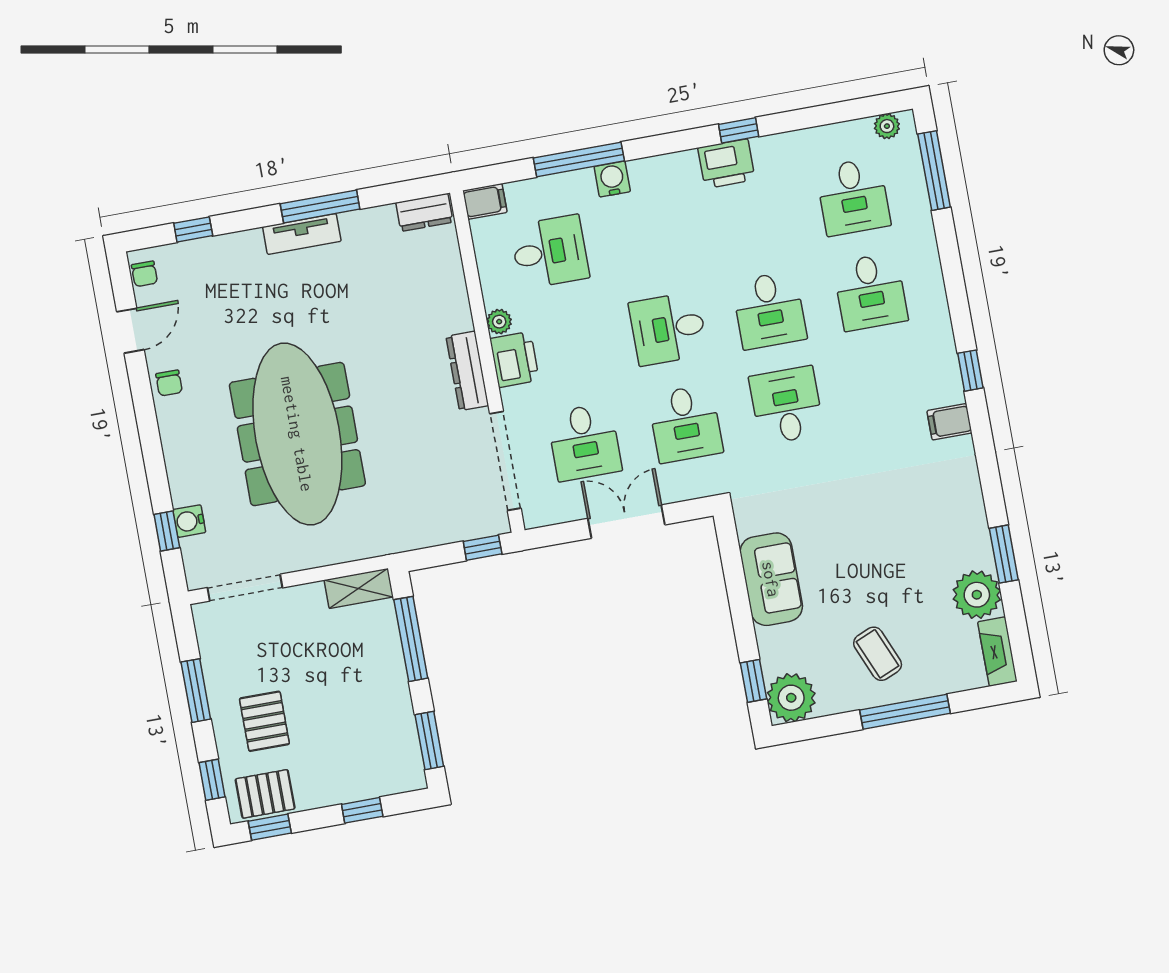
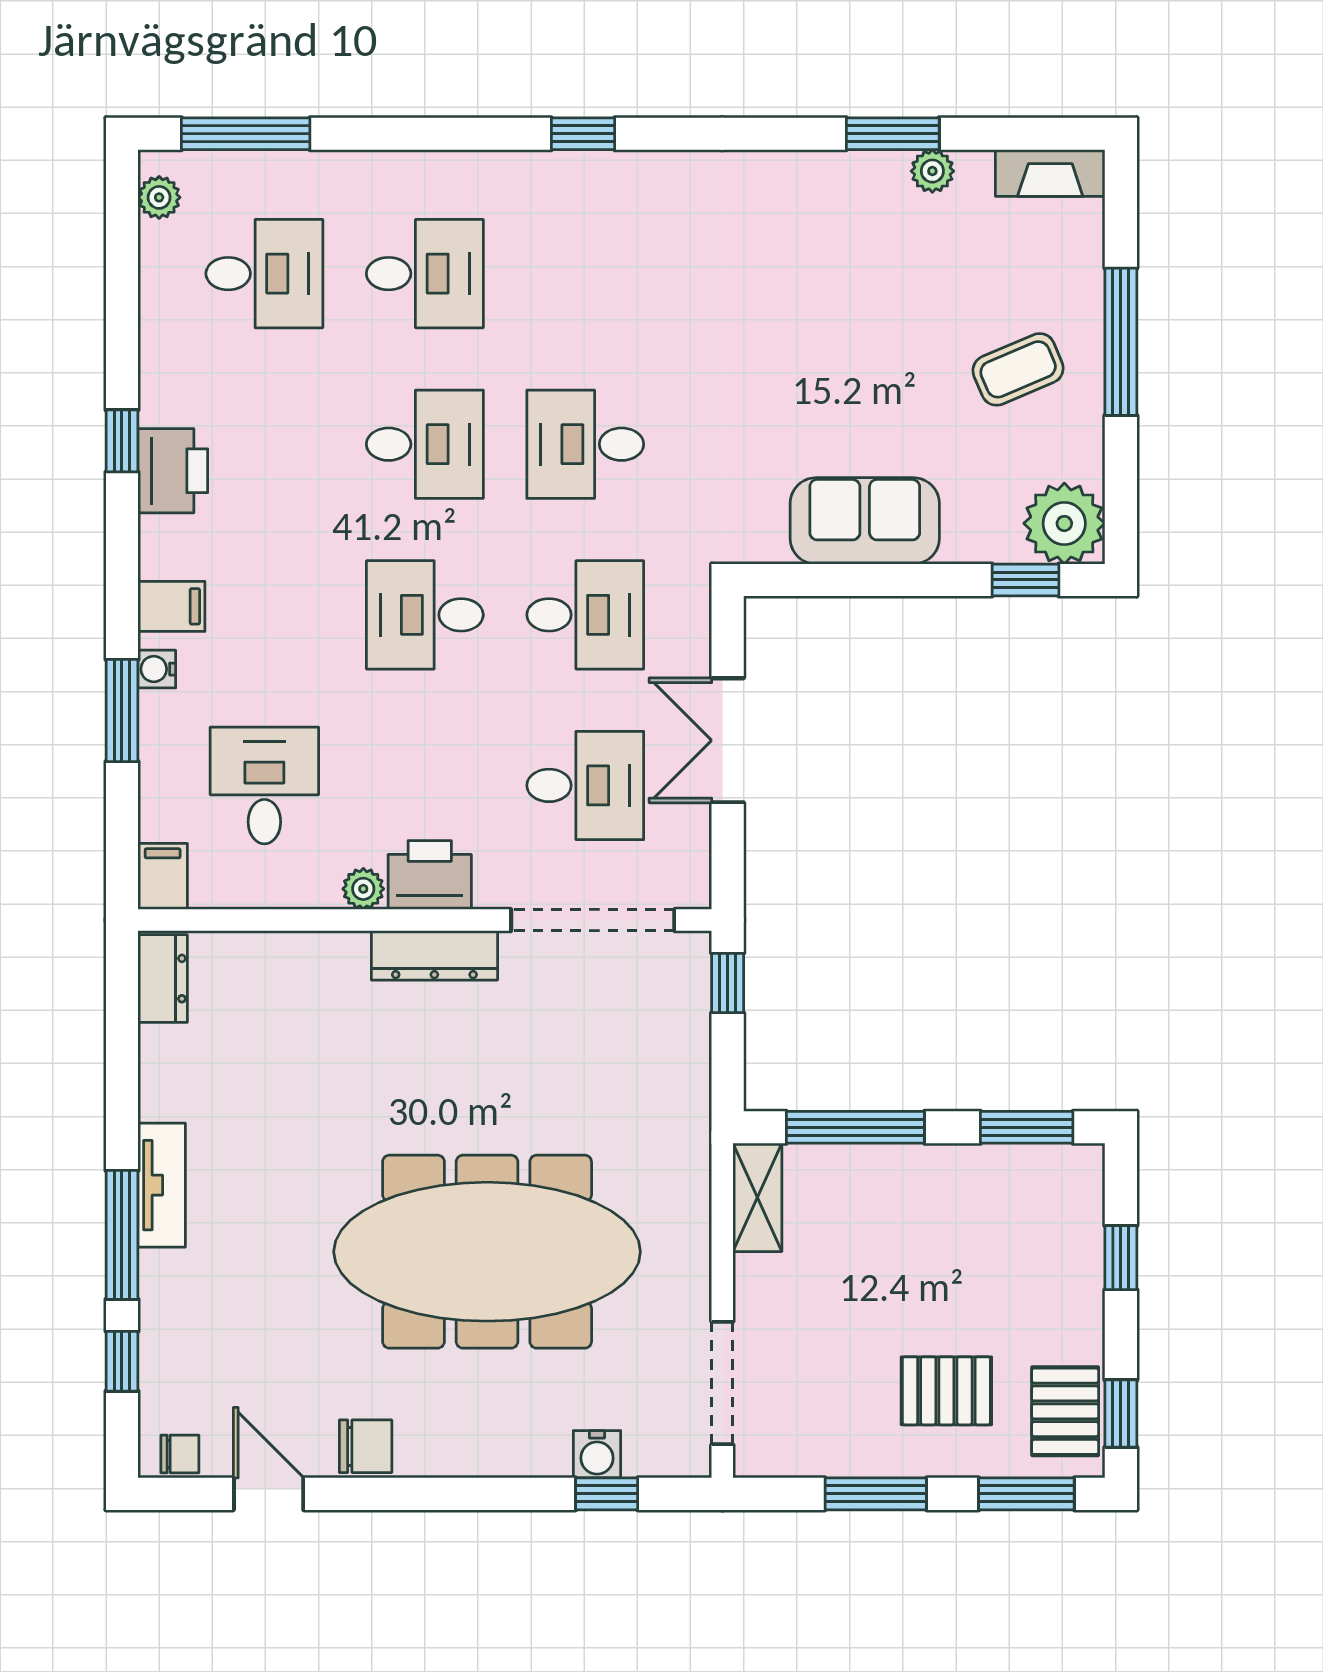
window: (579, 159) -> (122, 711), width x0.69
water cooler: (612, 179) -> (157, 669), width x0.72, depth x0.72
window: (320, 206) -> (122, 1235), moved
desk: (668, 329) -> (425, 615), turned 90
chair: (169, 383) -> (366, 1446), width x1.37, depth x1.37
filing cabinet: (949, 422) -> (171, 606), moved, turned -90
plant: (977, 595) -> (932, 171), width x0.53, depth x0.53
window: (212, 780) -> (1026, 1494), width x1.50

